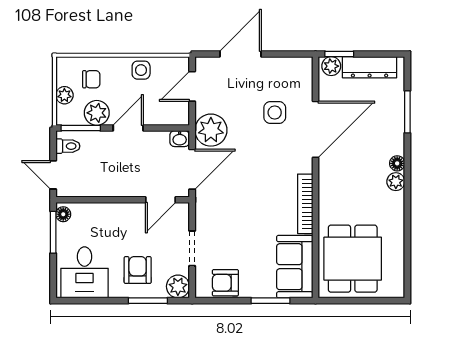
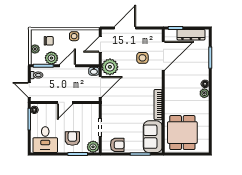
plant: (331, 66) -> (171, 34), removed
door: (315, 129) -> (163, 56), moved
door: (160, 200) -> (65, 102), moved
armchair: (225, 283) -> (117, 145), turned 180

